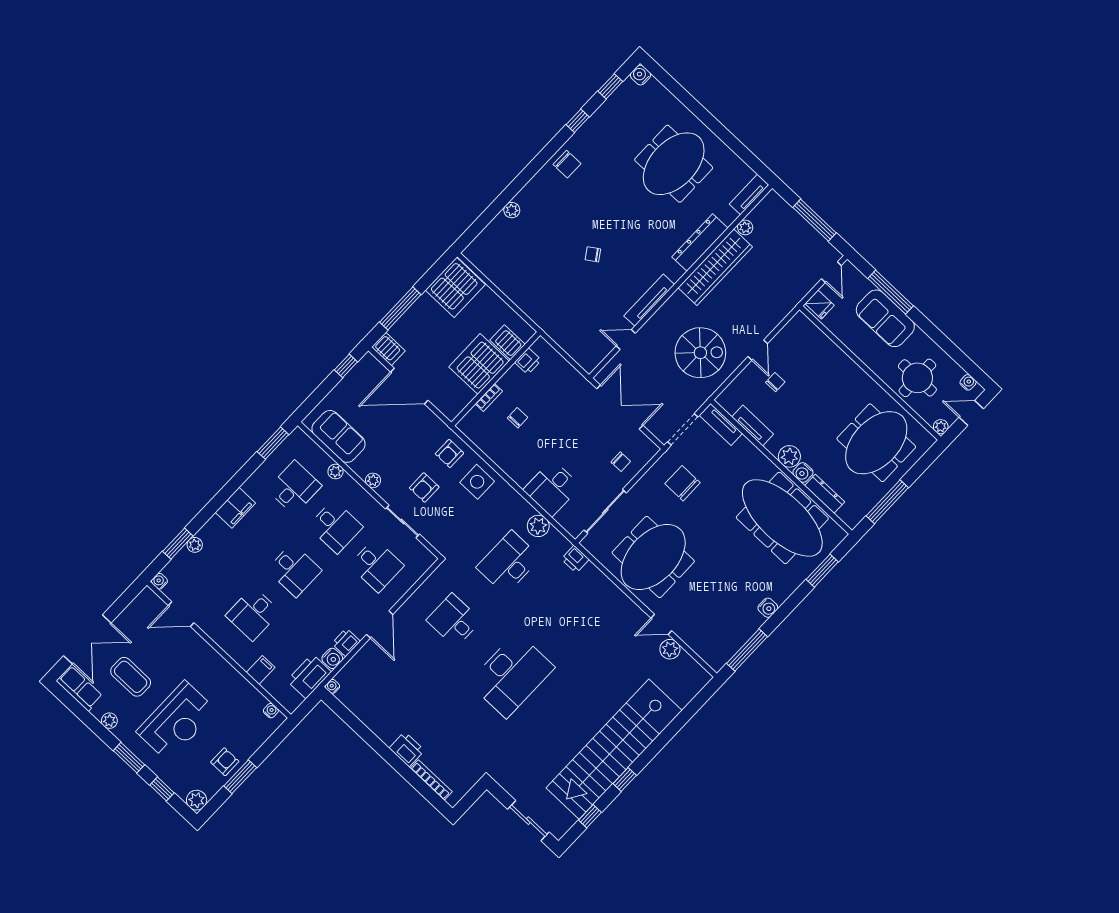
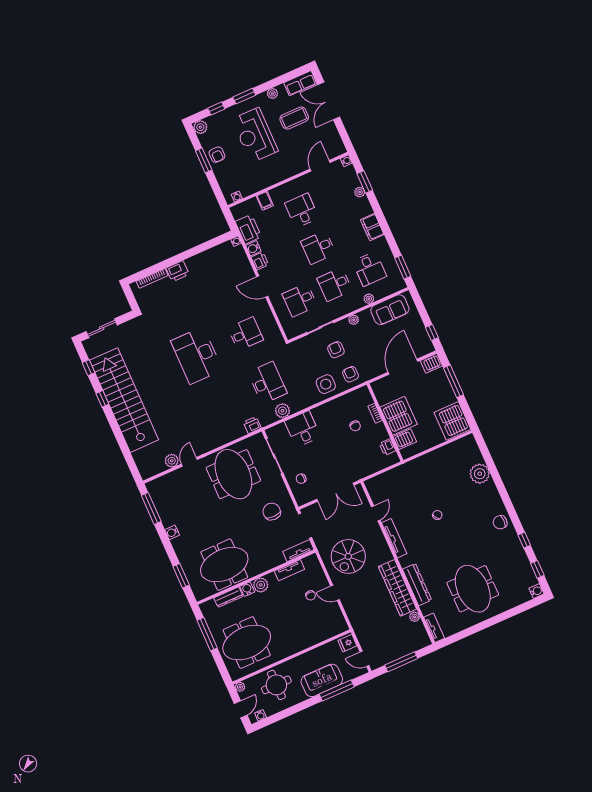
plant: (512, 210) -> (480, 474), width x1.88, depth x1.88
meeting table: (876, 443) -> (247, 643), turned 90
chair: (683, 483) -> (272, 512), turned -90
meeting table: (782, 518) -> (224, 565), width x0.73

